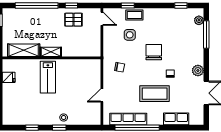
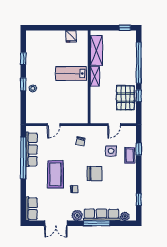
door: (102, 19) -> (114, 125), moved
pallet: (73, 20) -> (125, 98), width x1.50, depth x1.42
window: (206, 35) -> (97, 223), moved
row of seats: (197, 45) -> (102, 215), added
door: (102, 95) -> (54, 125), swing flipped
row of seats: (176, 119) -> (31, 209), moved

